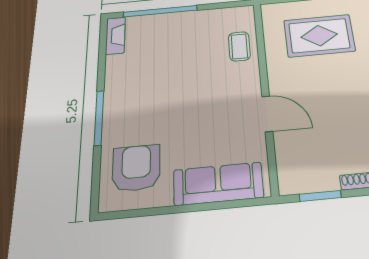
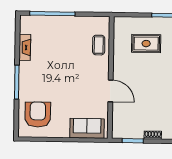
fireplace: (115, 36) -> (25, 47), moved
rug: (319, 36) -> (146, 44), width x0.73, depth x0.70
sofa: (218, 184) -> (87, 128), width x0.73

